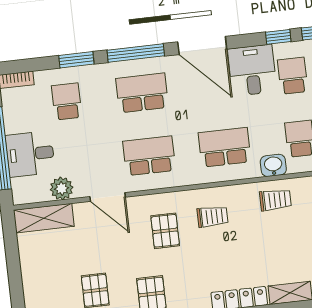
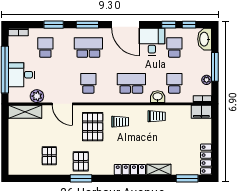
window: (136, 53) -> (87, 25), width x0.69
school desk: (149, 156) -> (88, 83), width x0.54
pallet: (165, 231) -> (93, 127), width x1.50, depth x1.42

